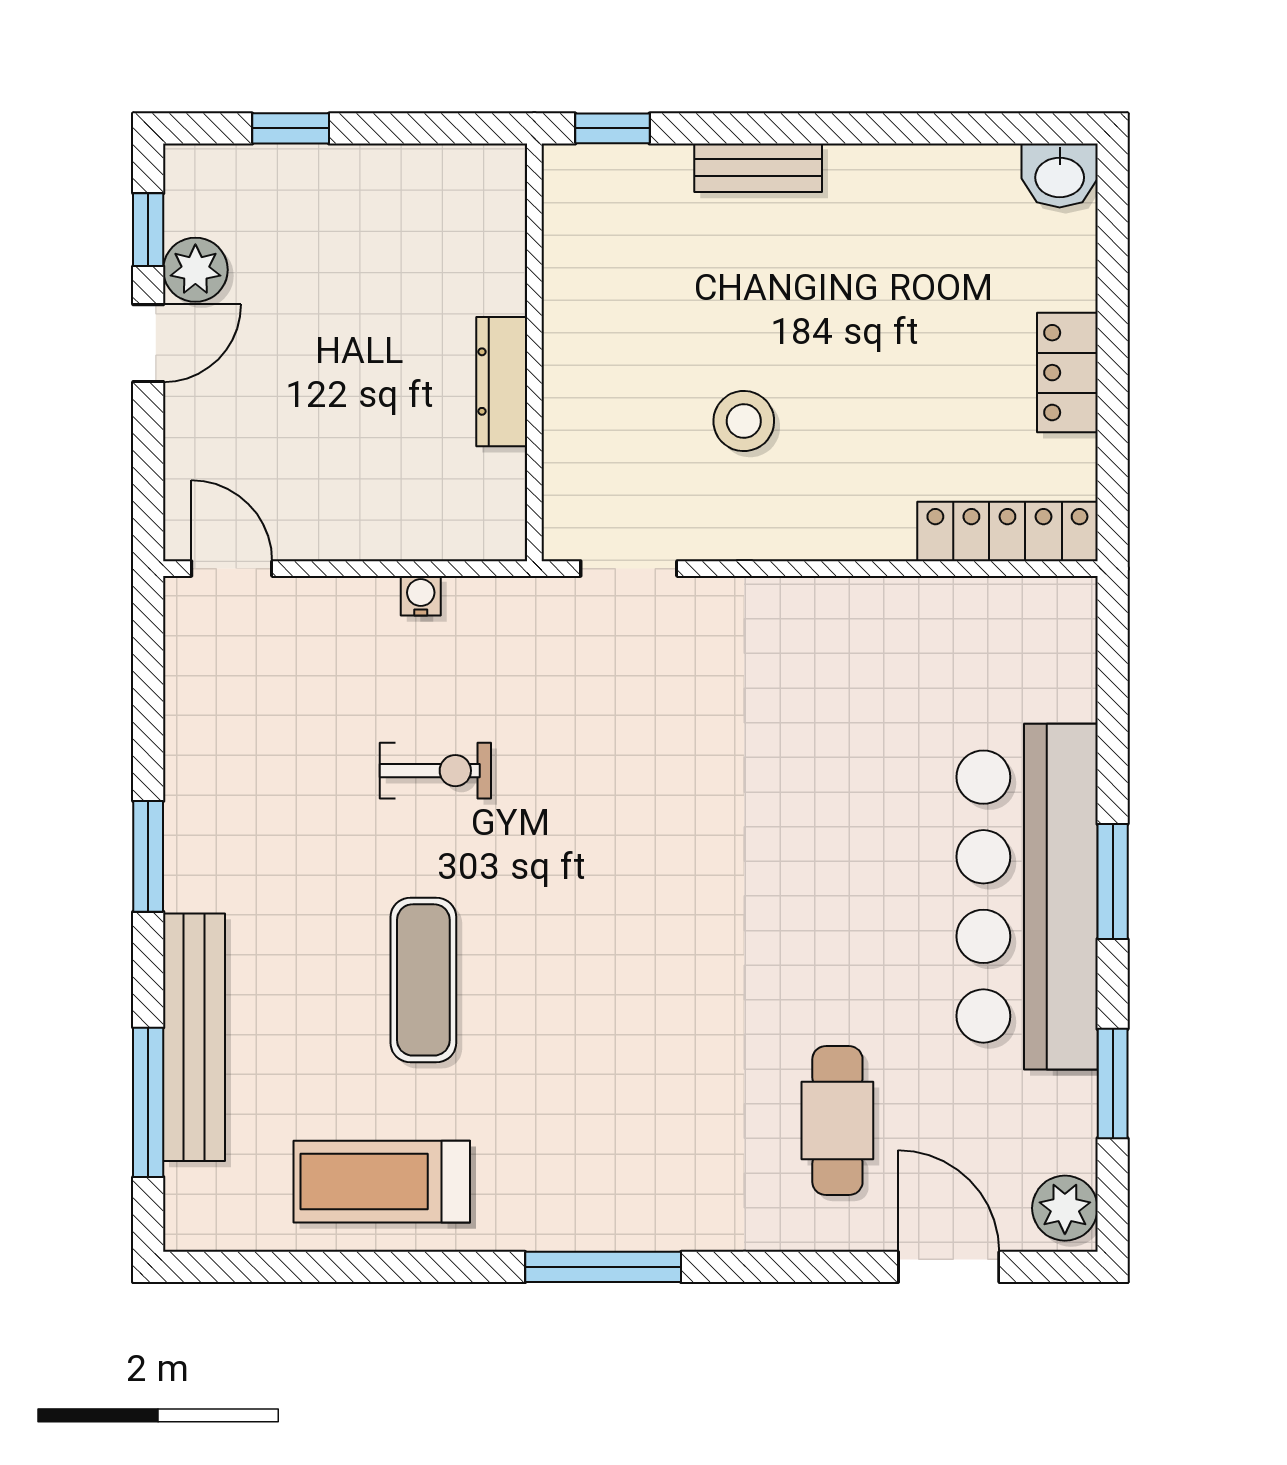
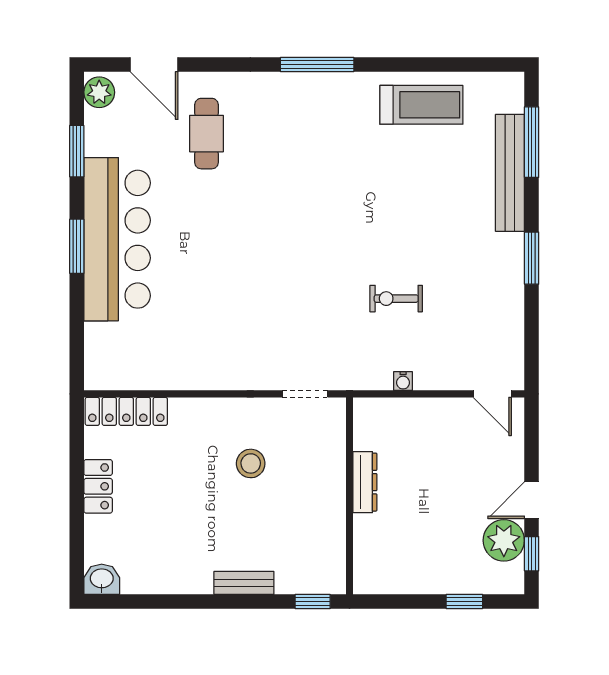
plant: (195, 270) -> (504, 540), width x1.36, depth x1.36
exercise mat: (423, 980) -> (402, 200), removed

